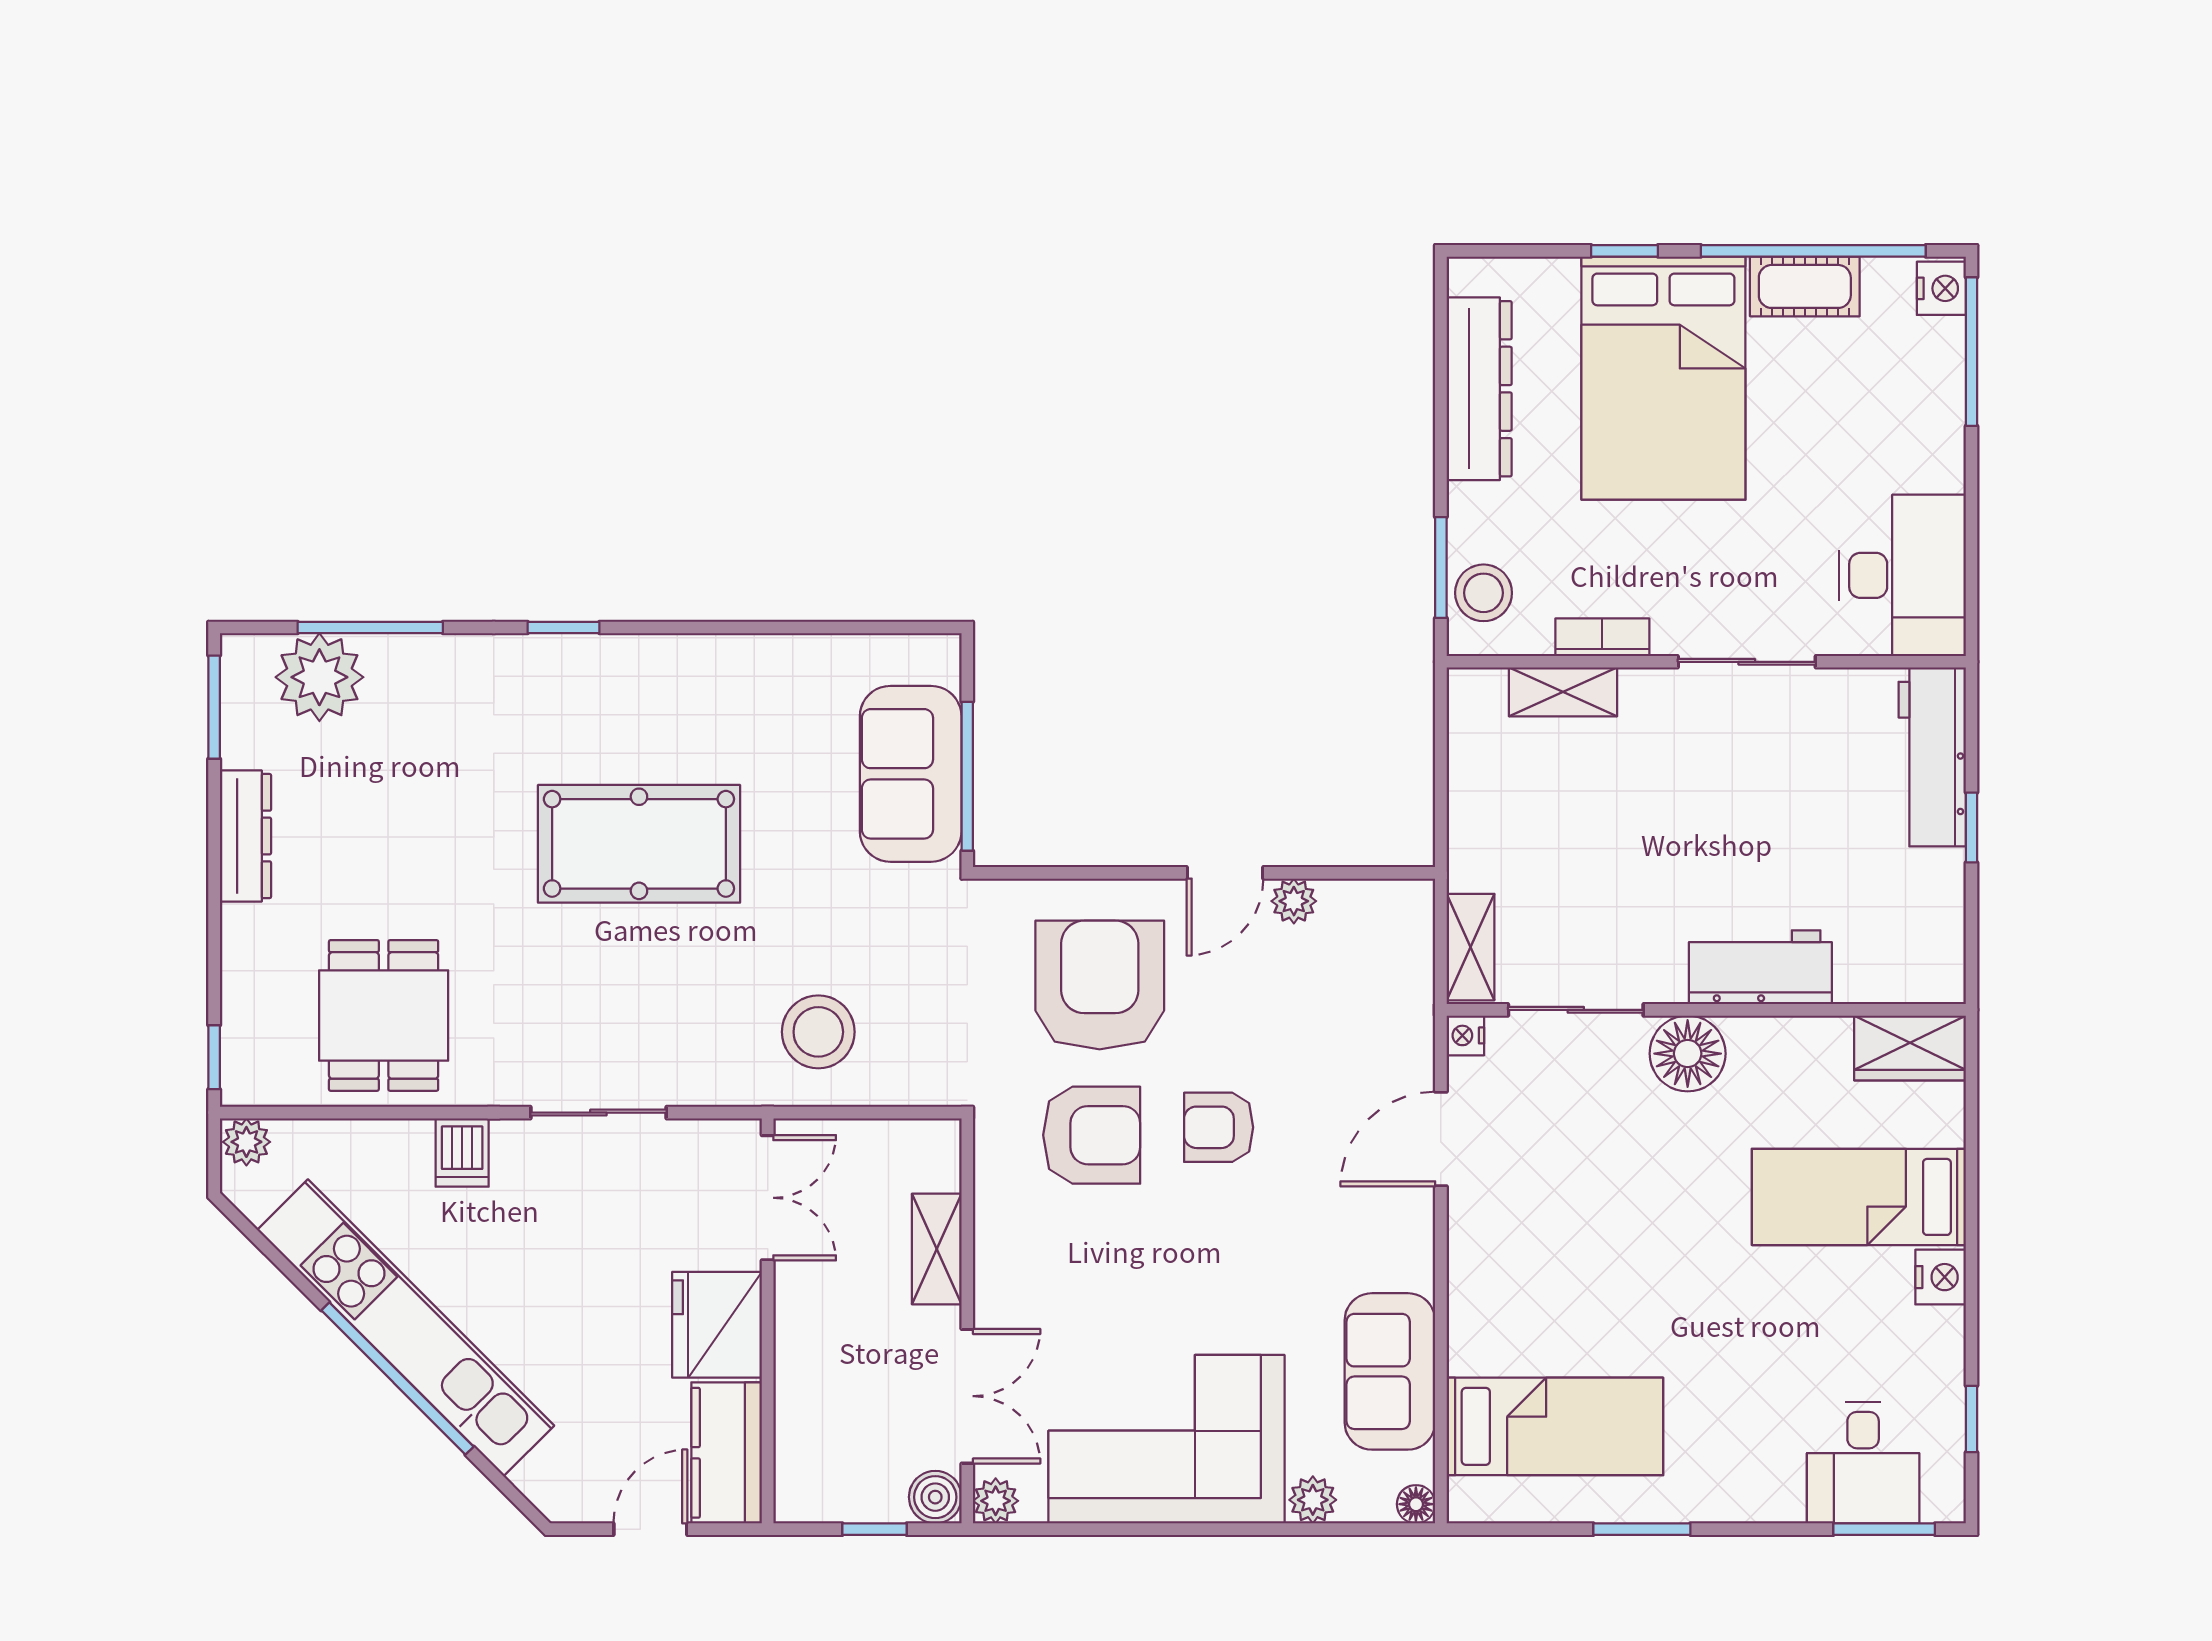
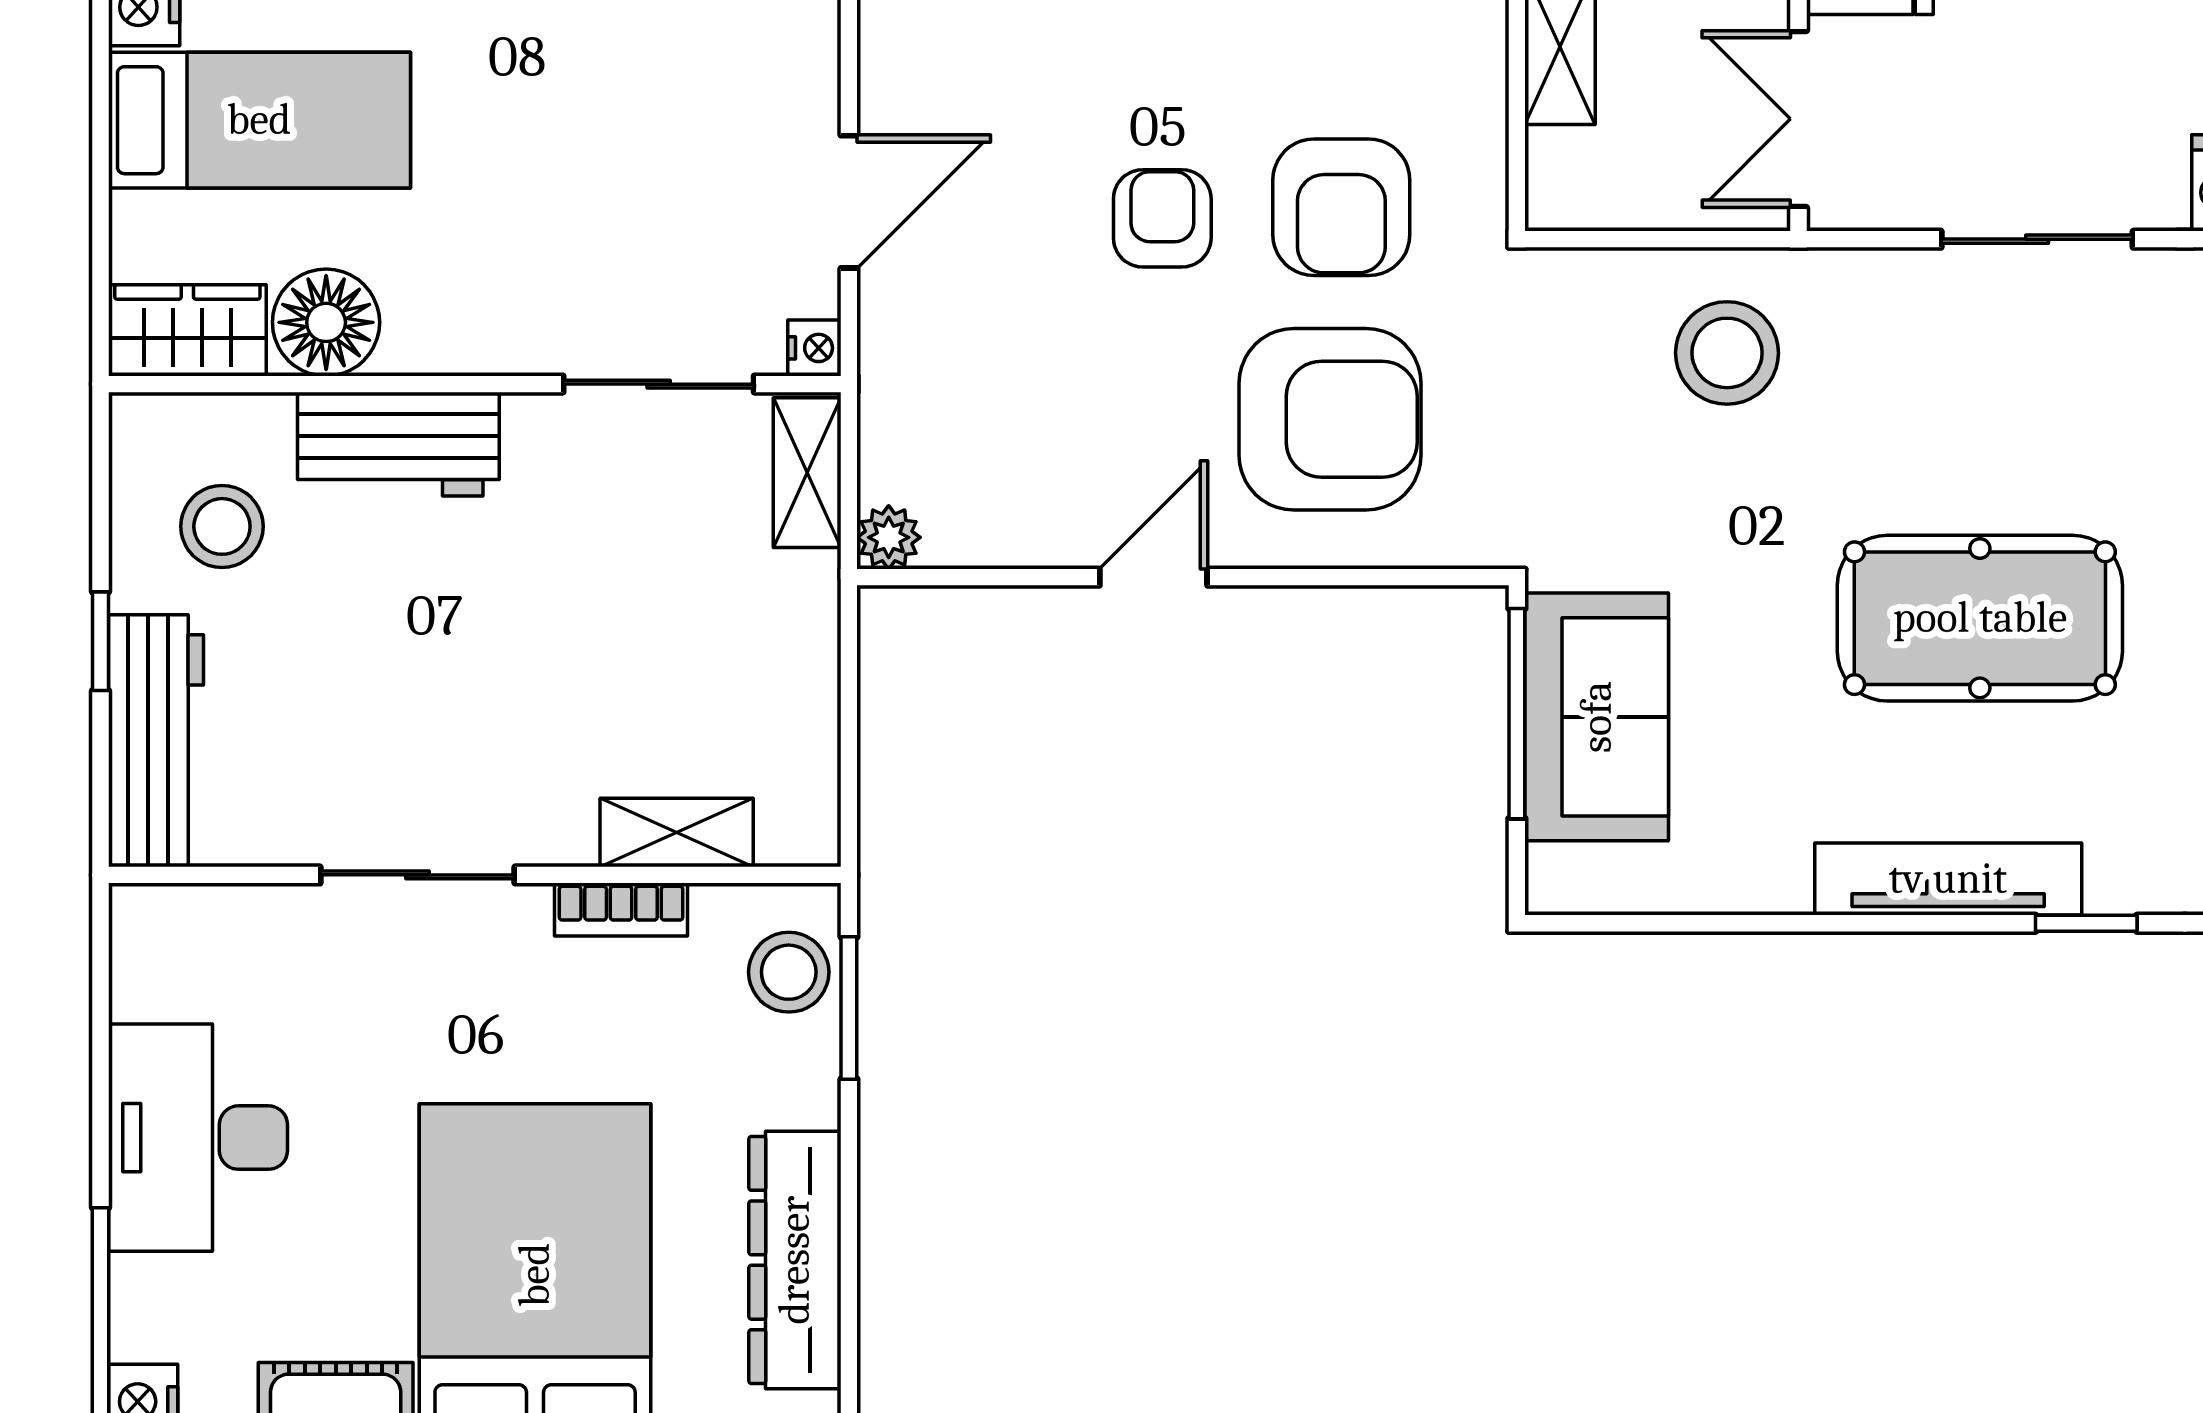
desk: (1902, 575) -> (198, 1138), moved
tv unit: (661, 659) -> (1948, 879), added
plant: (1294, 901) -> (889, 537), moved
stool: (1885, 909) -> (222, 526), added
armchair: (1100, 985) -> (1330, 419), turned -90
floor lamp: (1688, 1054) -> (326, 322), moved
armchair: (1219, 1127) -> (1162, 218), turned -90
armchair: (1092, 1135) -> (1341, 207), turned -90

